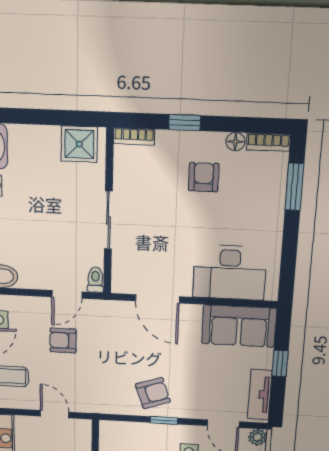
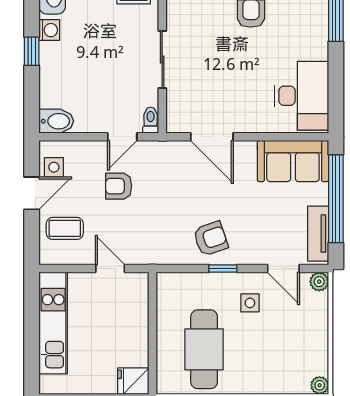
desk: (230, 273) -> (302, 96), moved, turned -90
window: (280, 364) -> (336, 199), width x3.17

